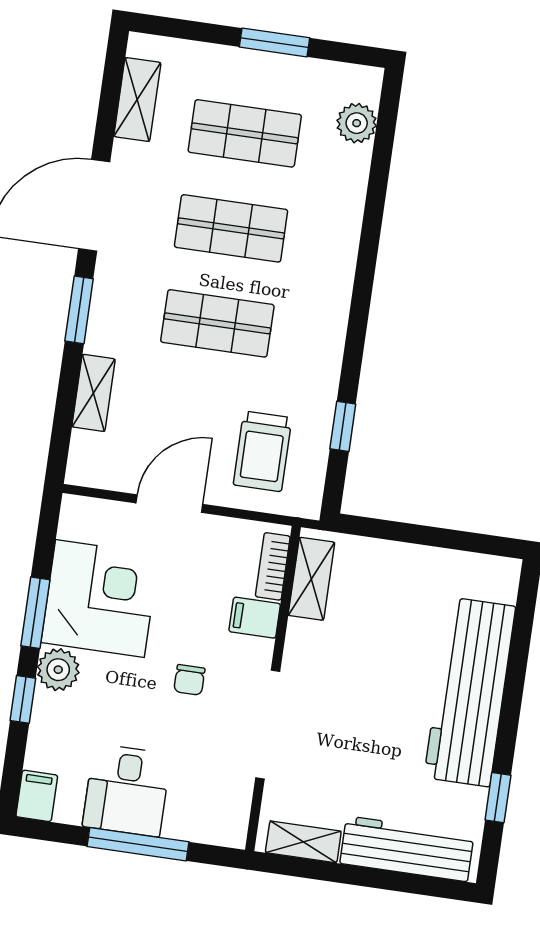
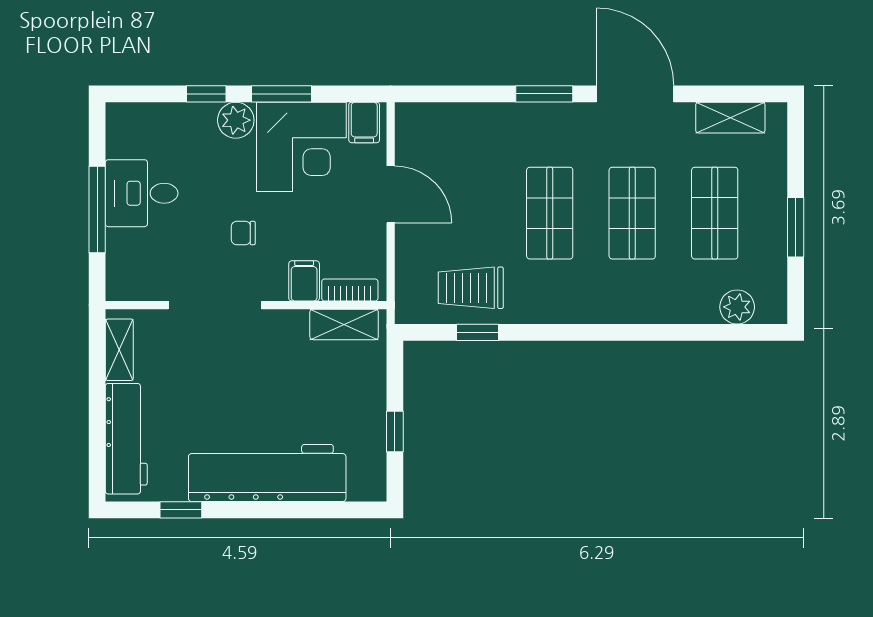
shelving: (94, 393) -> (475, 116), removed
trolley: (263, 451) -> (471, 288), moved
window: (443, 538) -> (395, 431), added
filing cabinet: (37, 796) -> (364, 122), moved, turned 90

